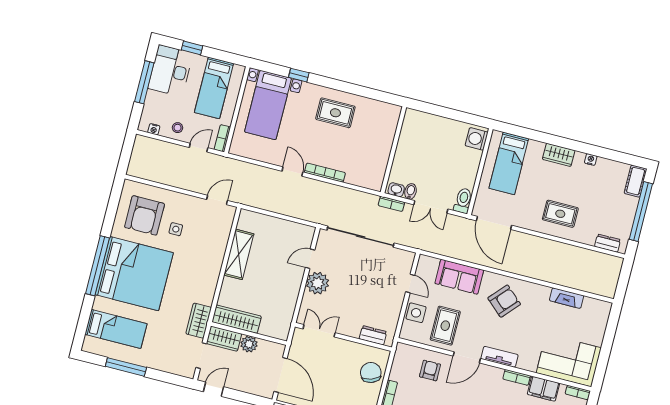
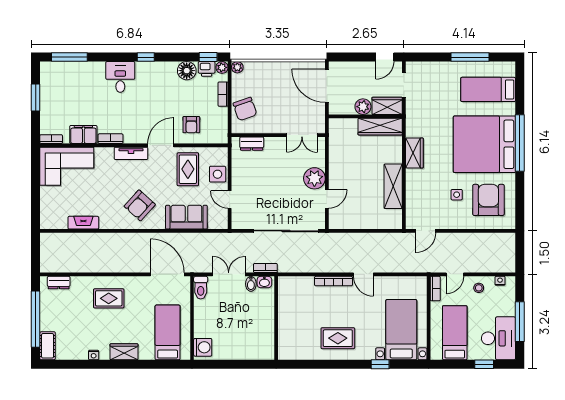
wardrobe: (199, 321) -> (414, 153), moved

